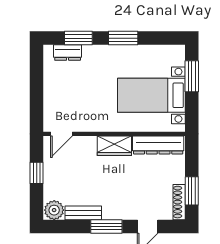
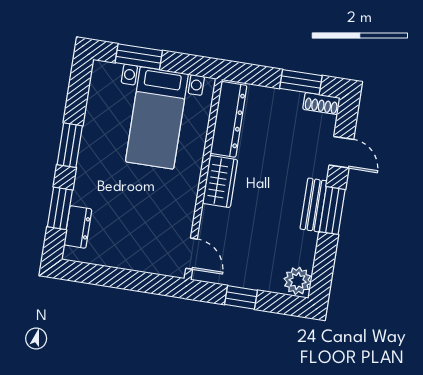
shoe rack: (179, 202) -> (321, 104), width x0.70
bench: (83, 213) -> (314, 205), moved

